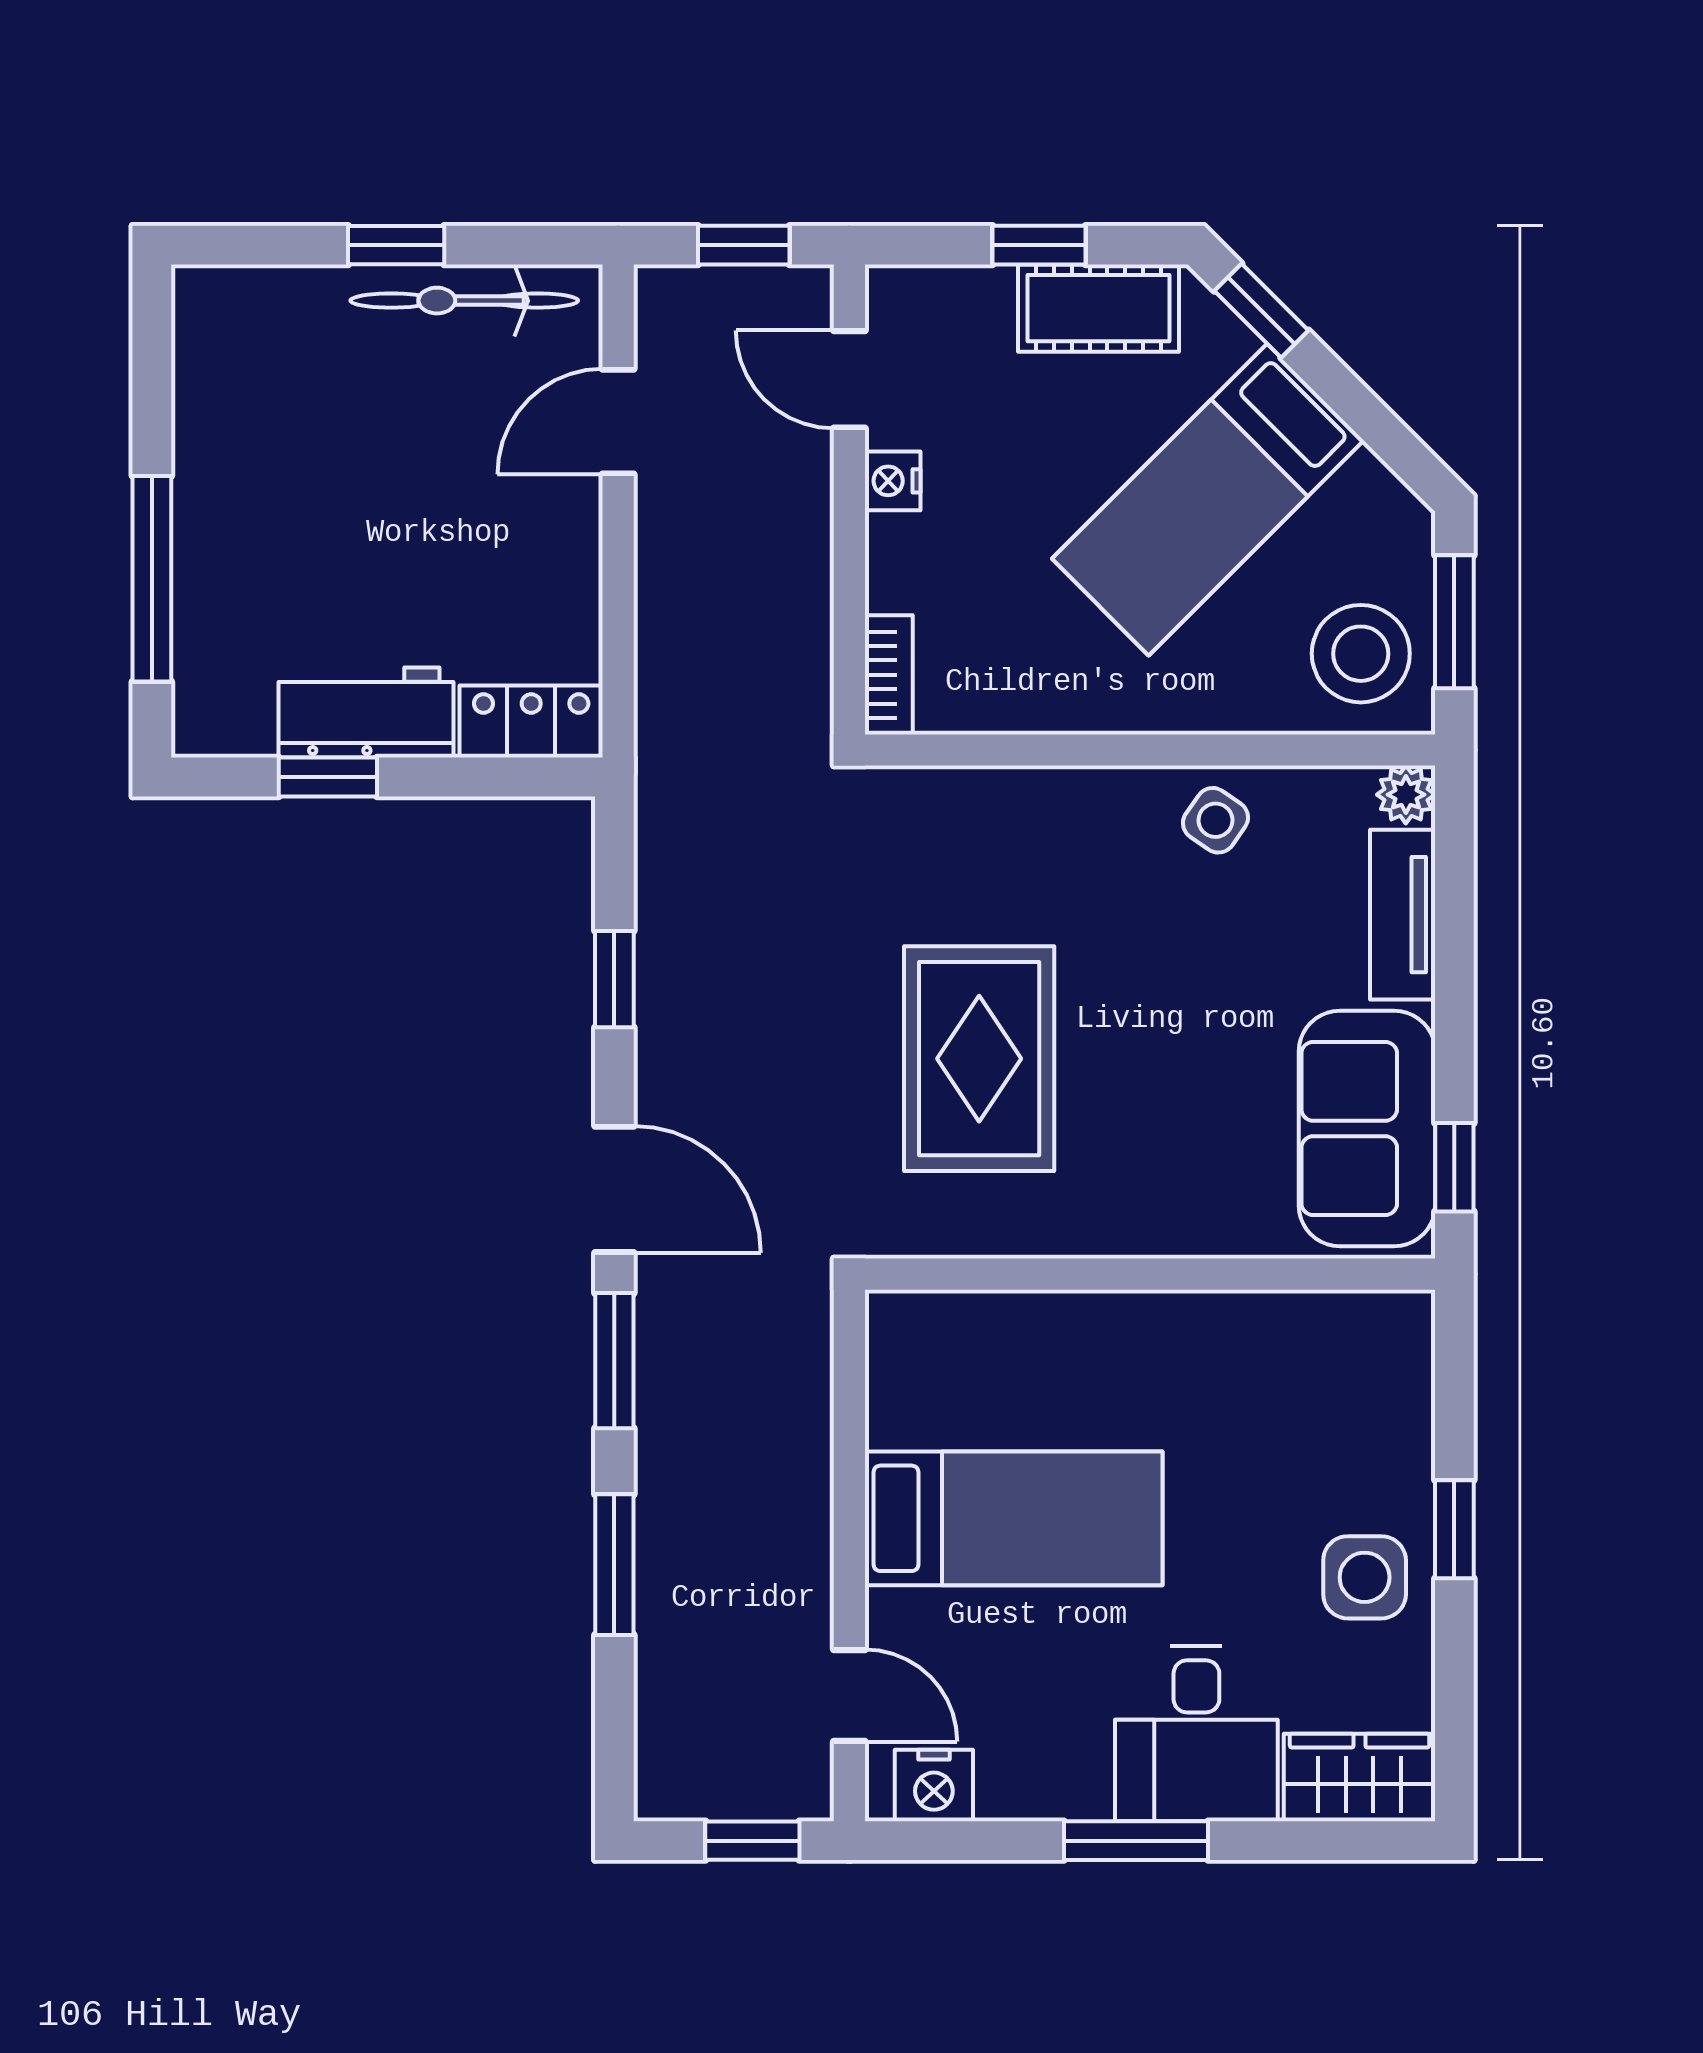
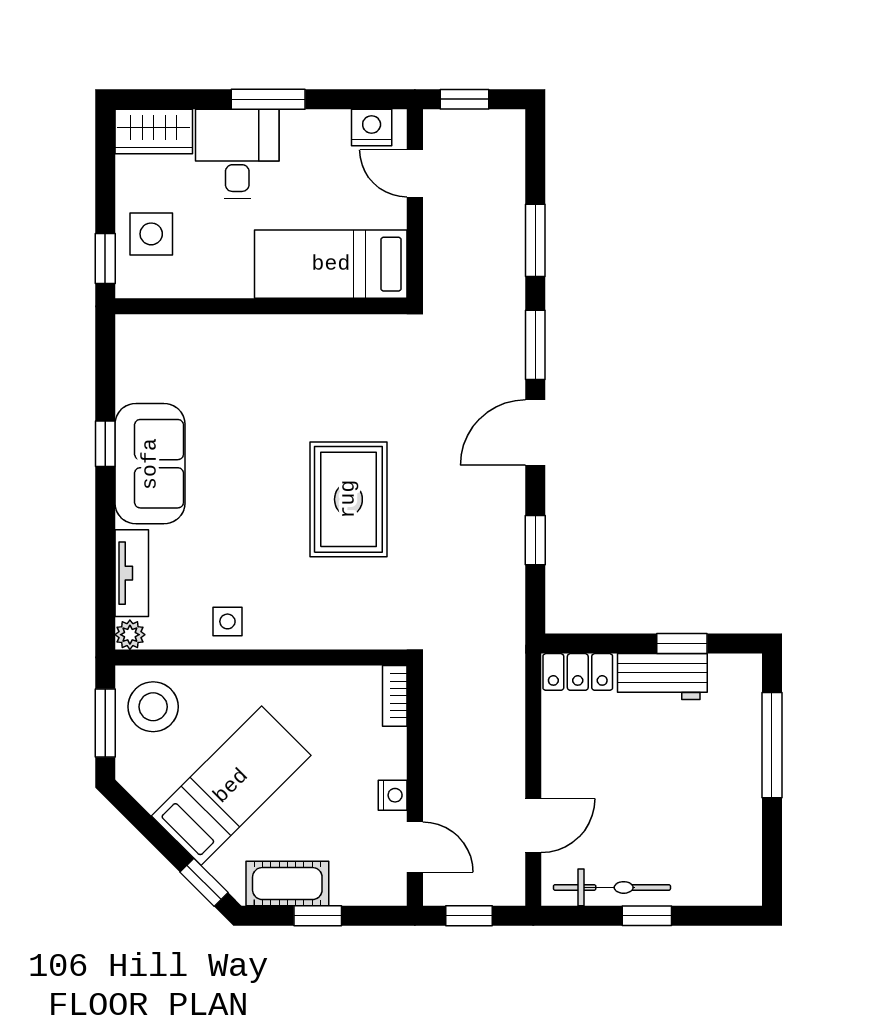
side table: (1215, 820) -> (227, 621), turned -35
door: (614, 1189) -> (535, 433), hinge flipped
wall: (1150, 1274) -> (261, 306), moved

